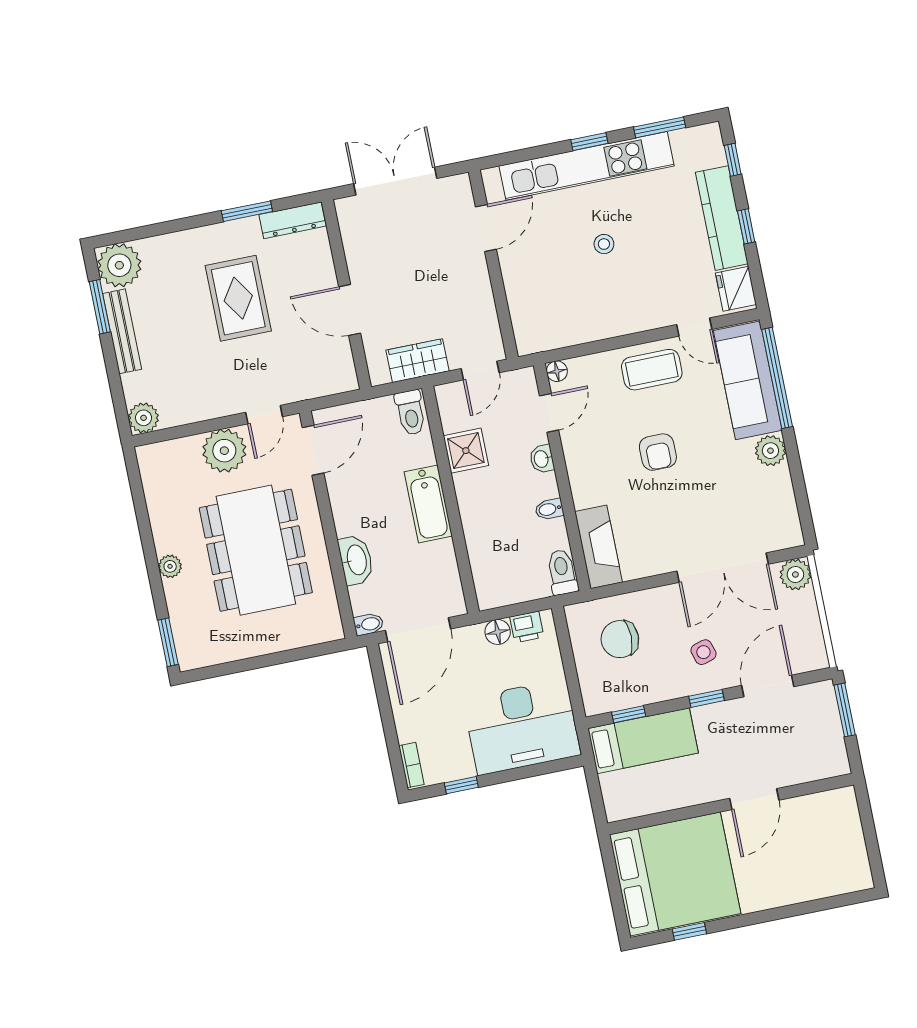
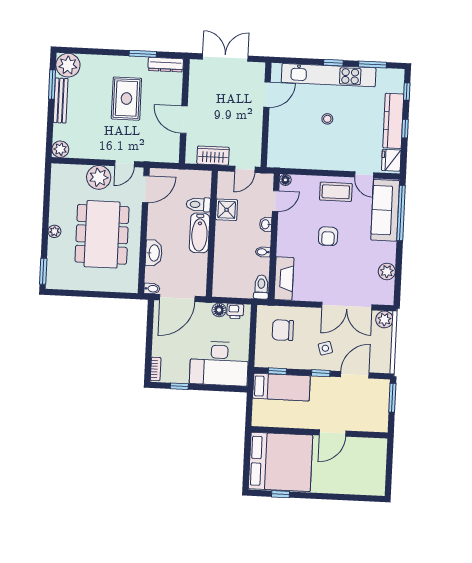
toilet: (411, 413) -> (198, 204), moved, turned 90
plant: (770, 451) -> (387, 271), moved

